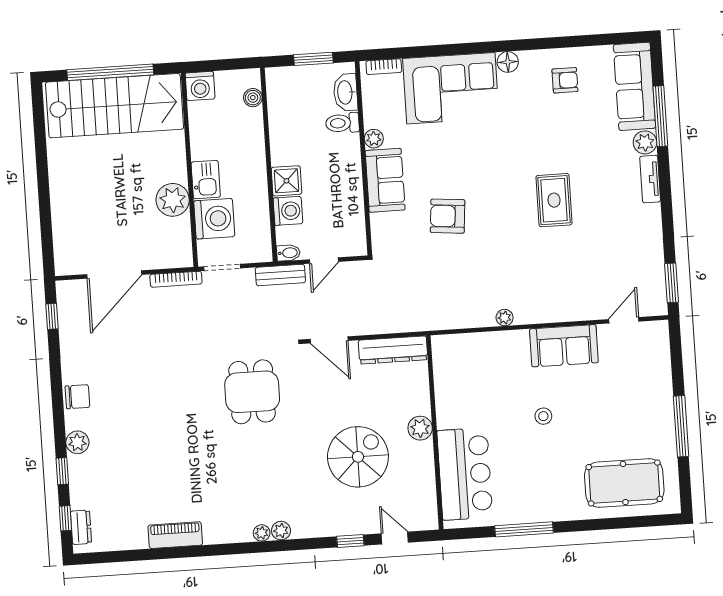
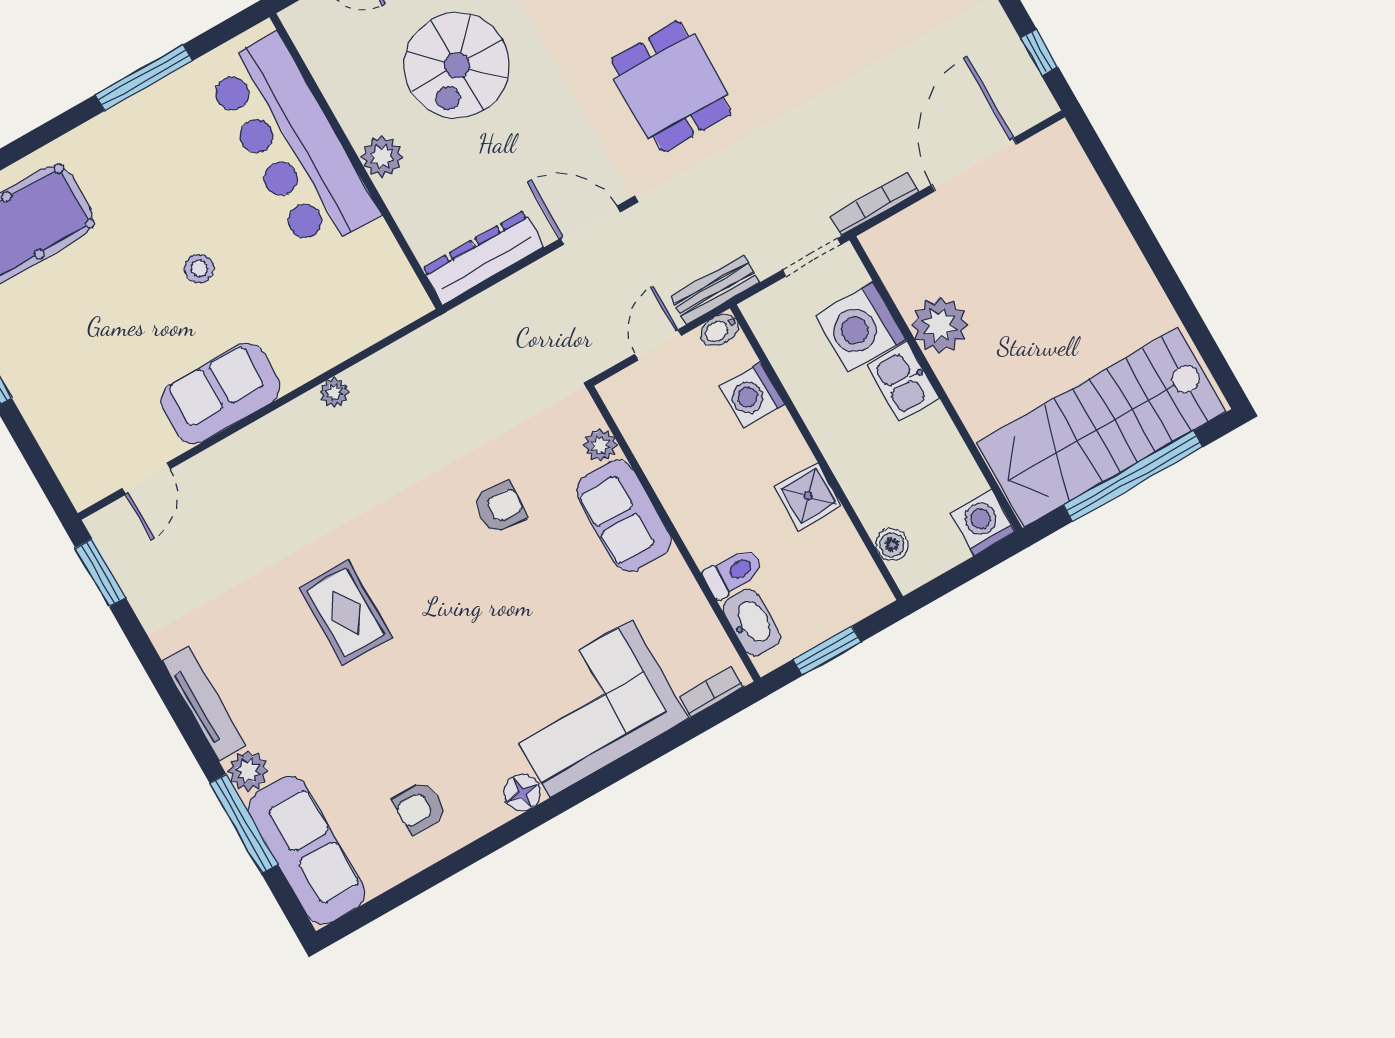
plant: (374, 139) -> (600, 445), moved
tv unit: (650, 179) -> (204, 704), width x1.41
shower: (286, 181) -> (808, 496), moved
armchair: (448, 216) -> (499, 507), width x0.72, depth x0.72
bar counter: (465, 474) -> (292, 144), width x1.36

